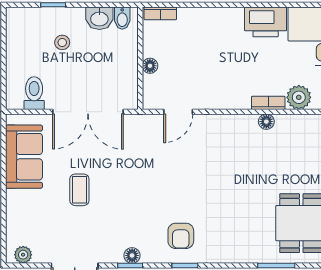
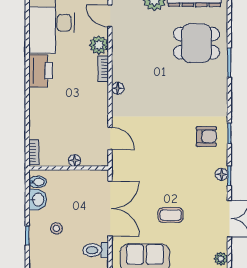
floor lamp: (266, 122) -> (118, 88), moved

